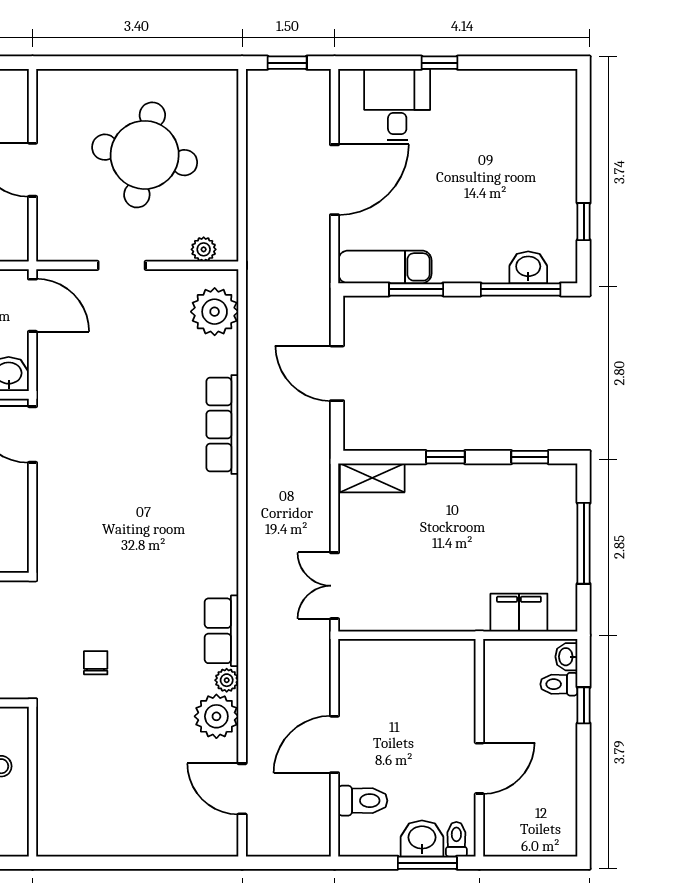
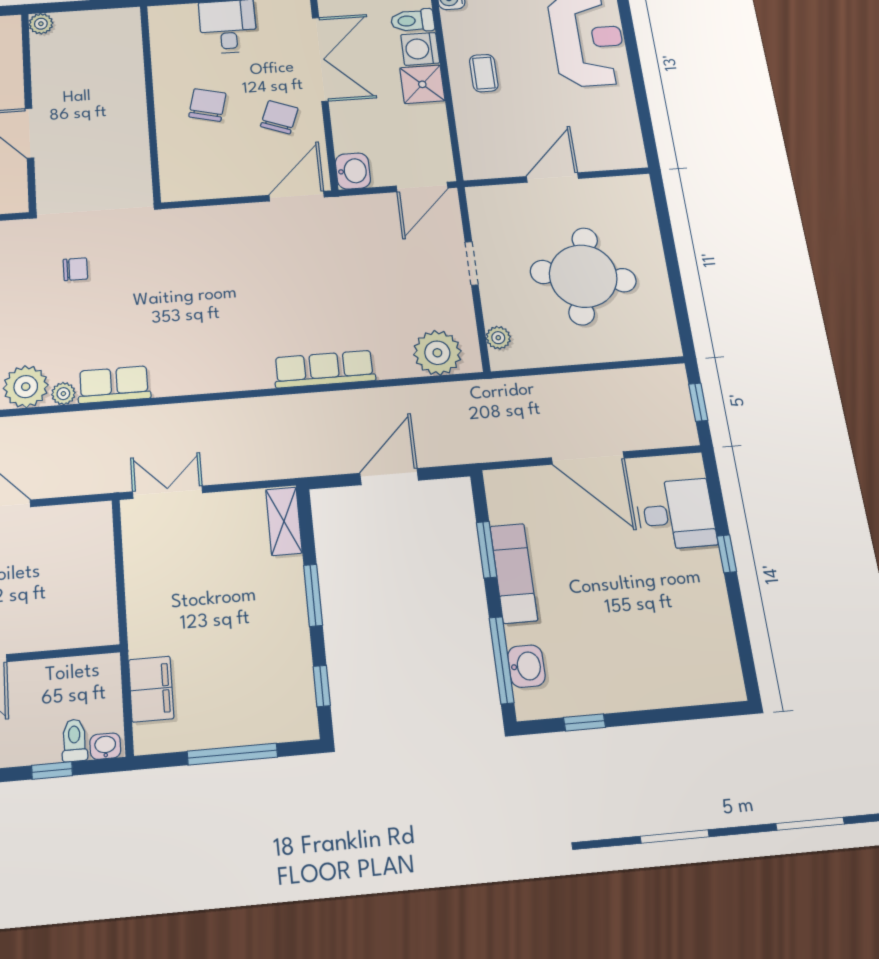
exam couch: (385, 267) -> (514, 573), moved
window: (445, 457) -> (313, 595), width x1.50

